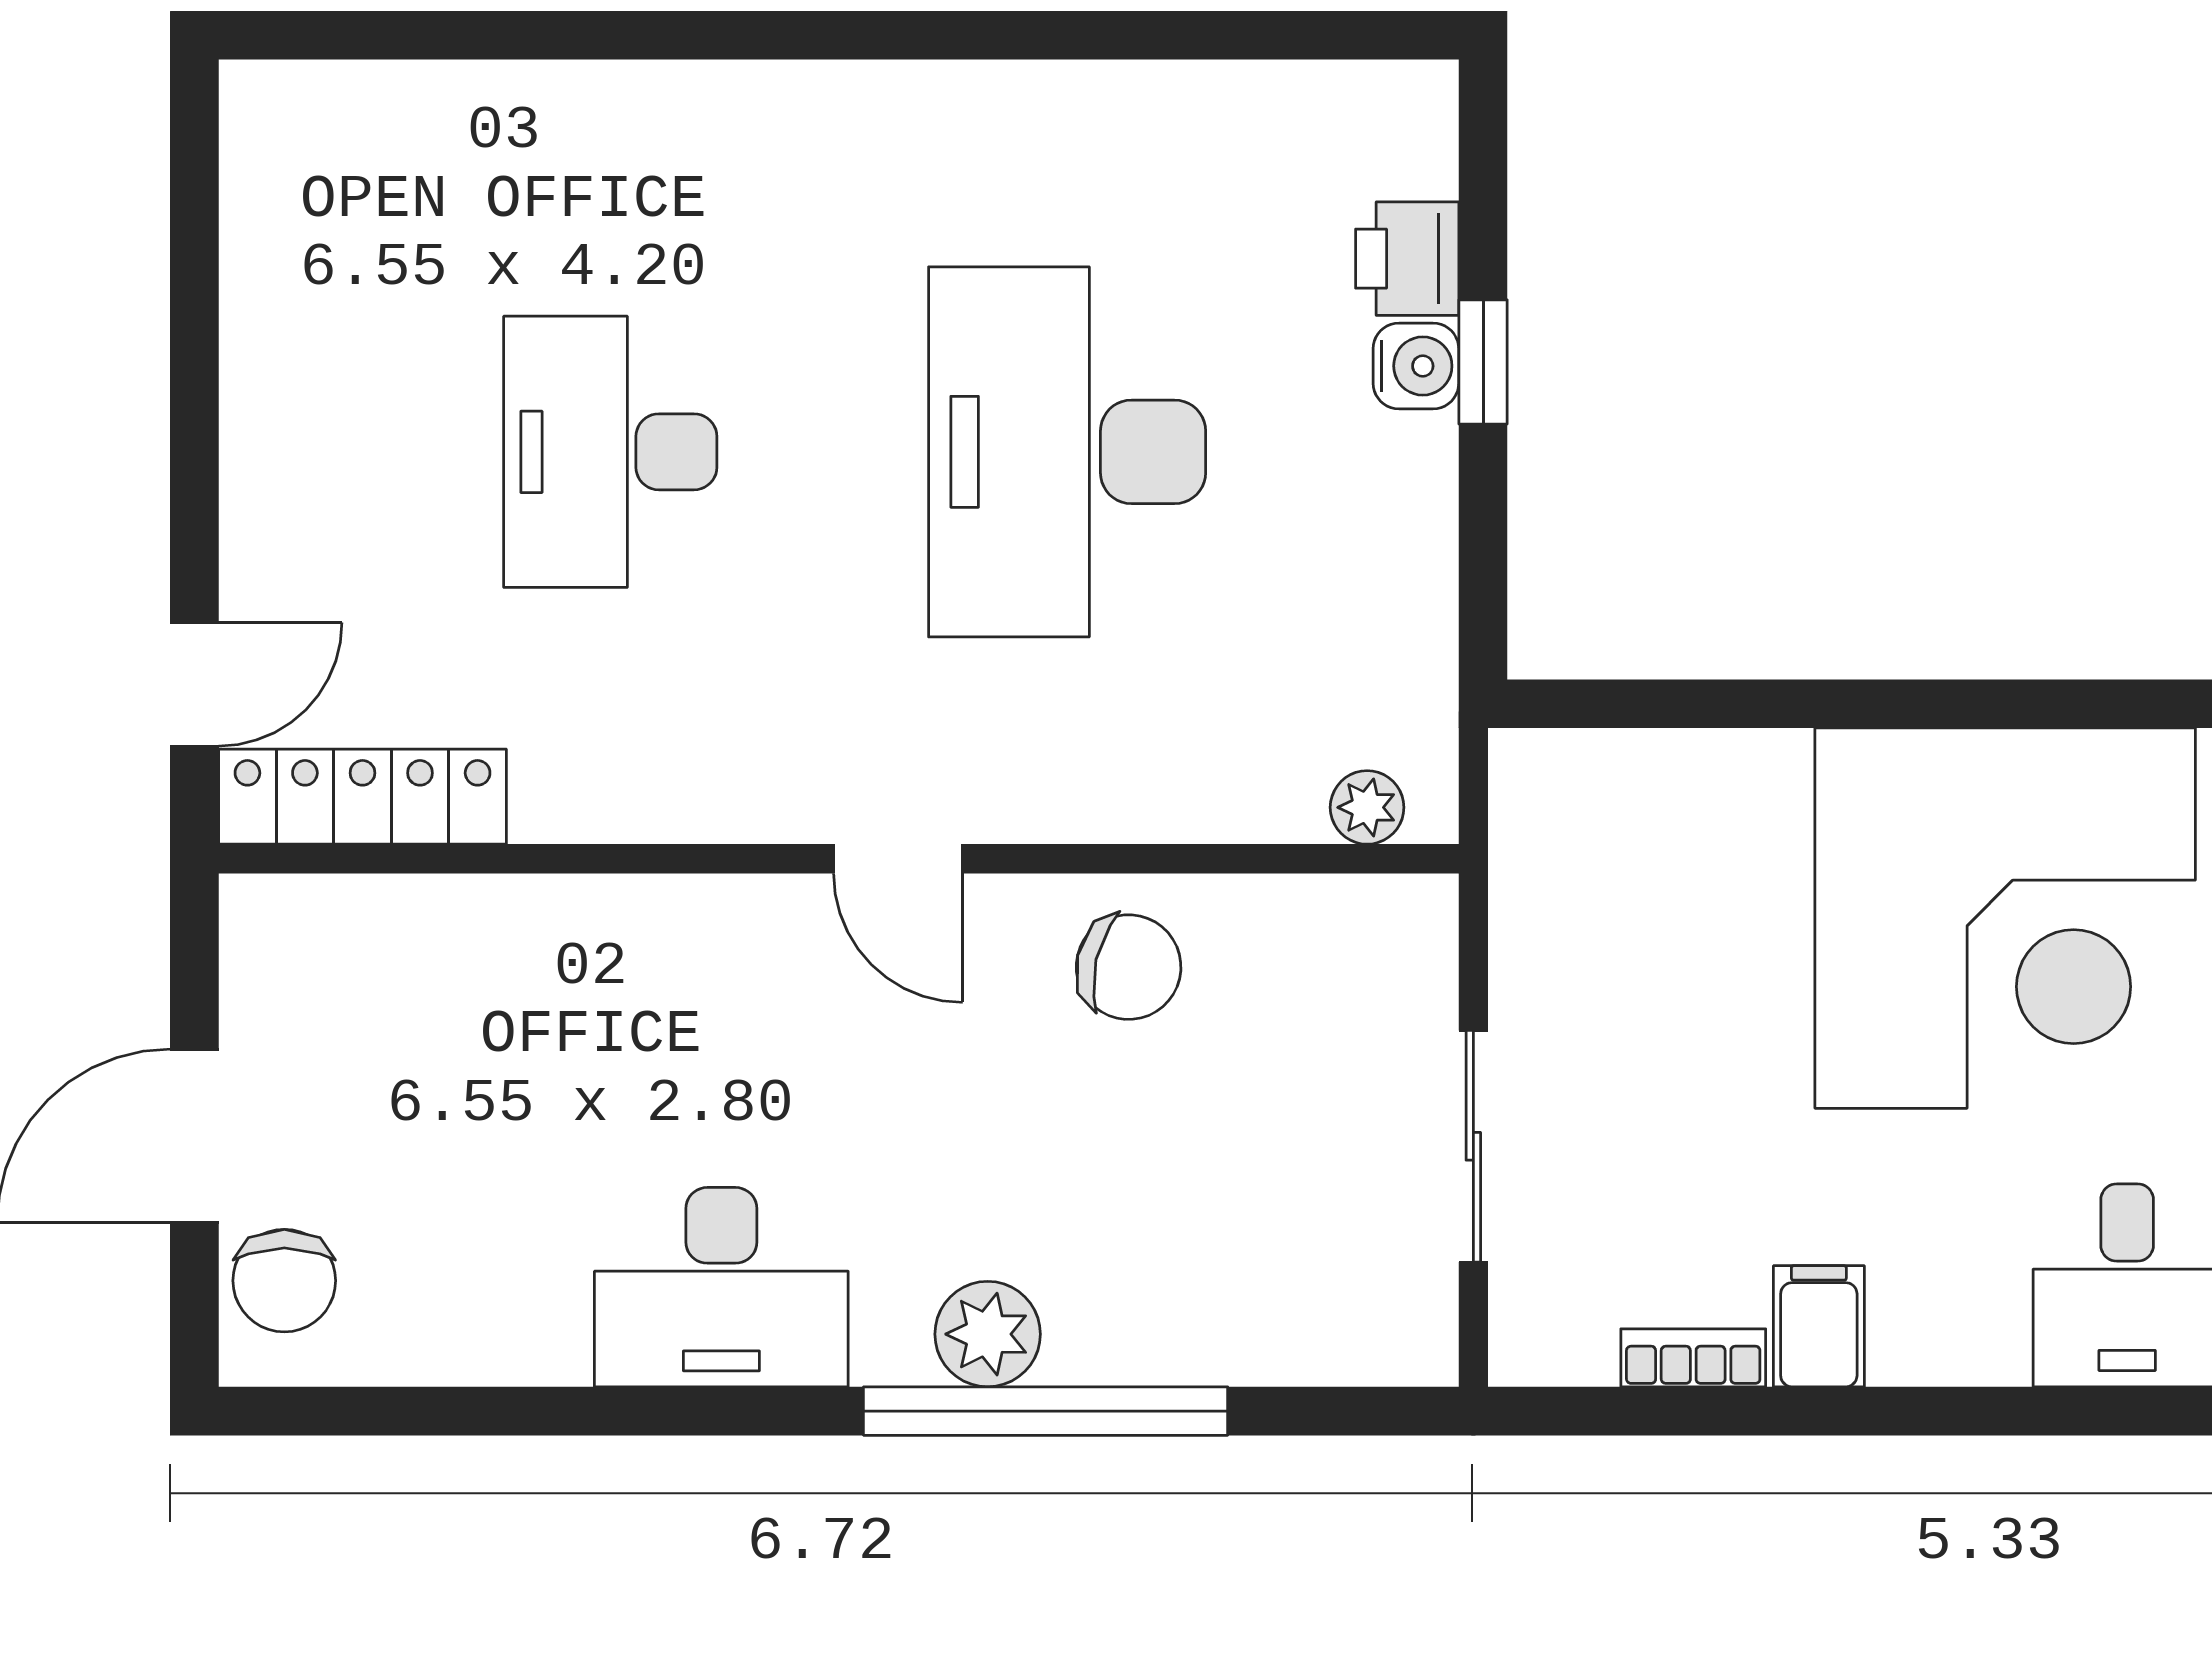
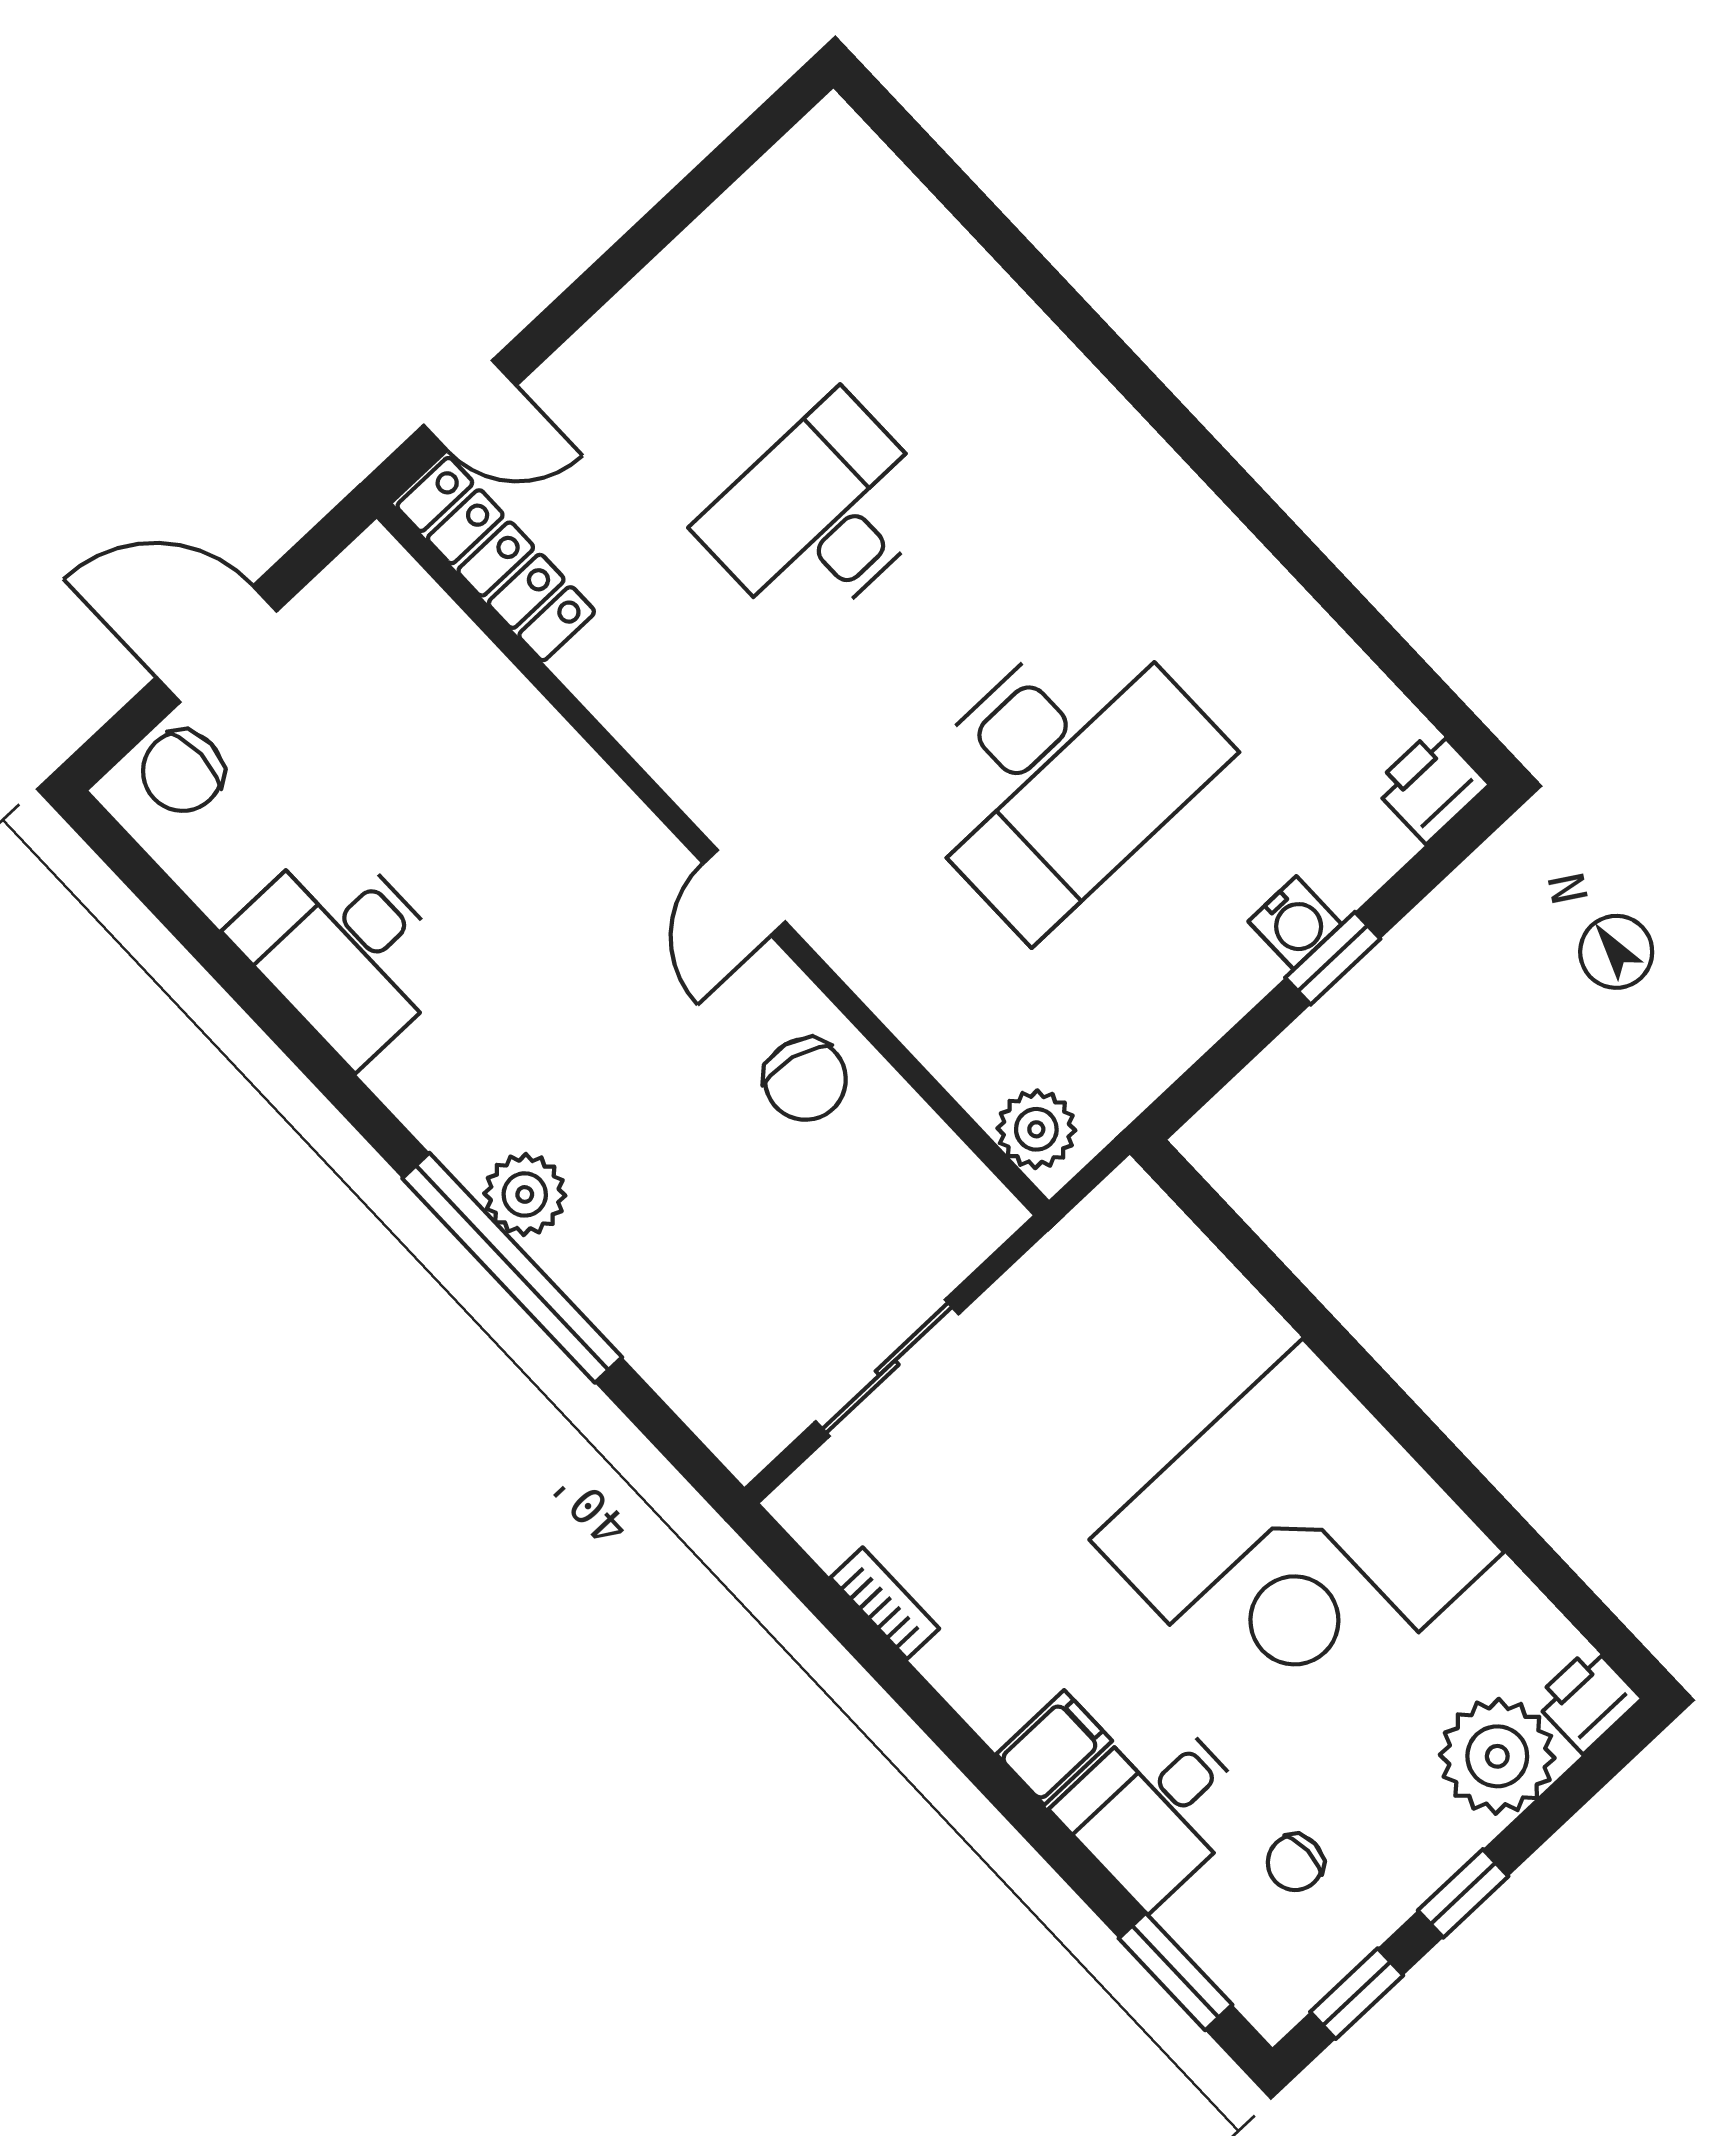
printer: (1407, 259) -> (1431, 786), moved
desk: (1067, 452) -> (1062, 772), turned 180
plant: (1367, 807) -> (1036, 1129), width x1.38, depth x1.38
desk: (721, 1287) -> (344, 950), moved
filing cabinet: (1819, 1326) -> (1054, 1747), moved

